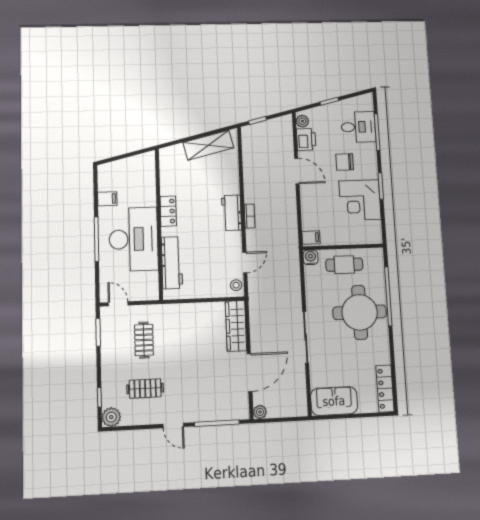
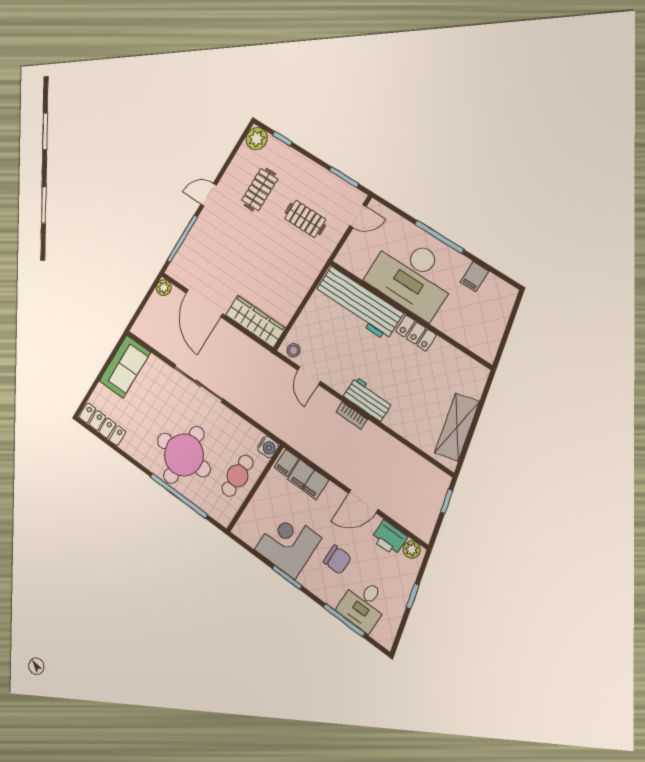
chair: (345, 162) -> (337, 560), turned 90
filing cabinet: (310, 216) -> (308, 479), added
workbench: (172, 263) -> (358, 303), width x1.36, depth x1.32

